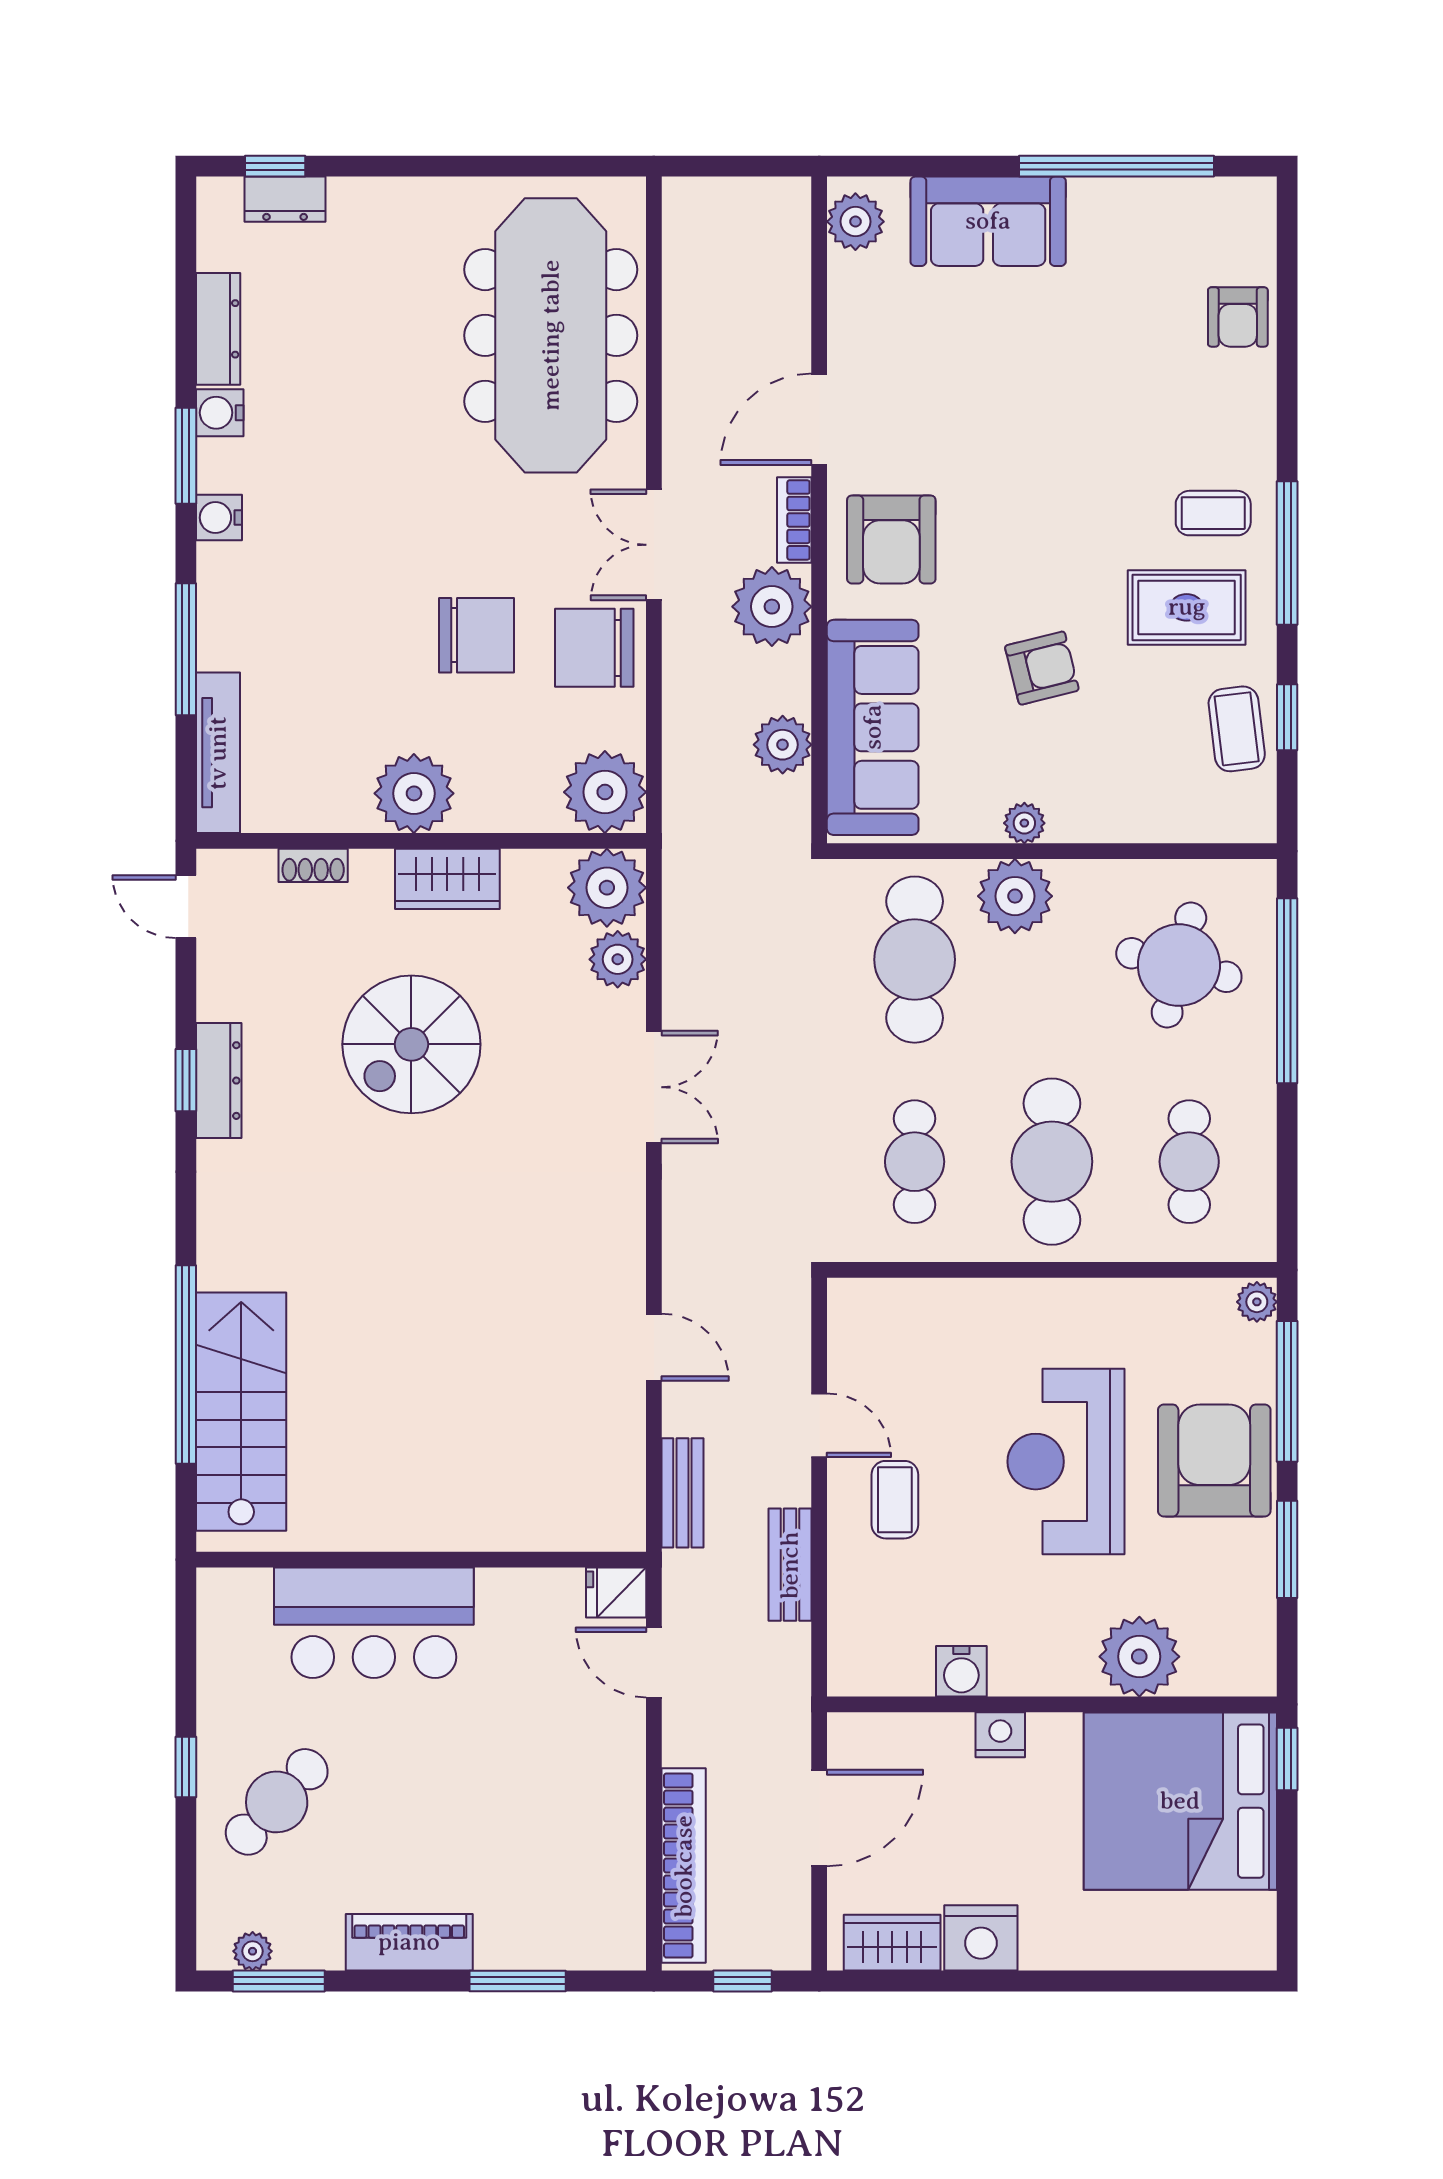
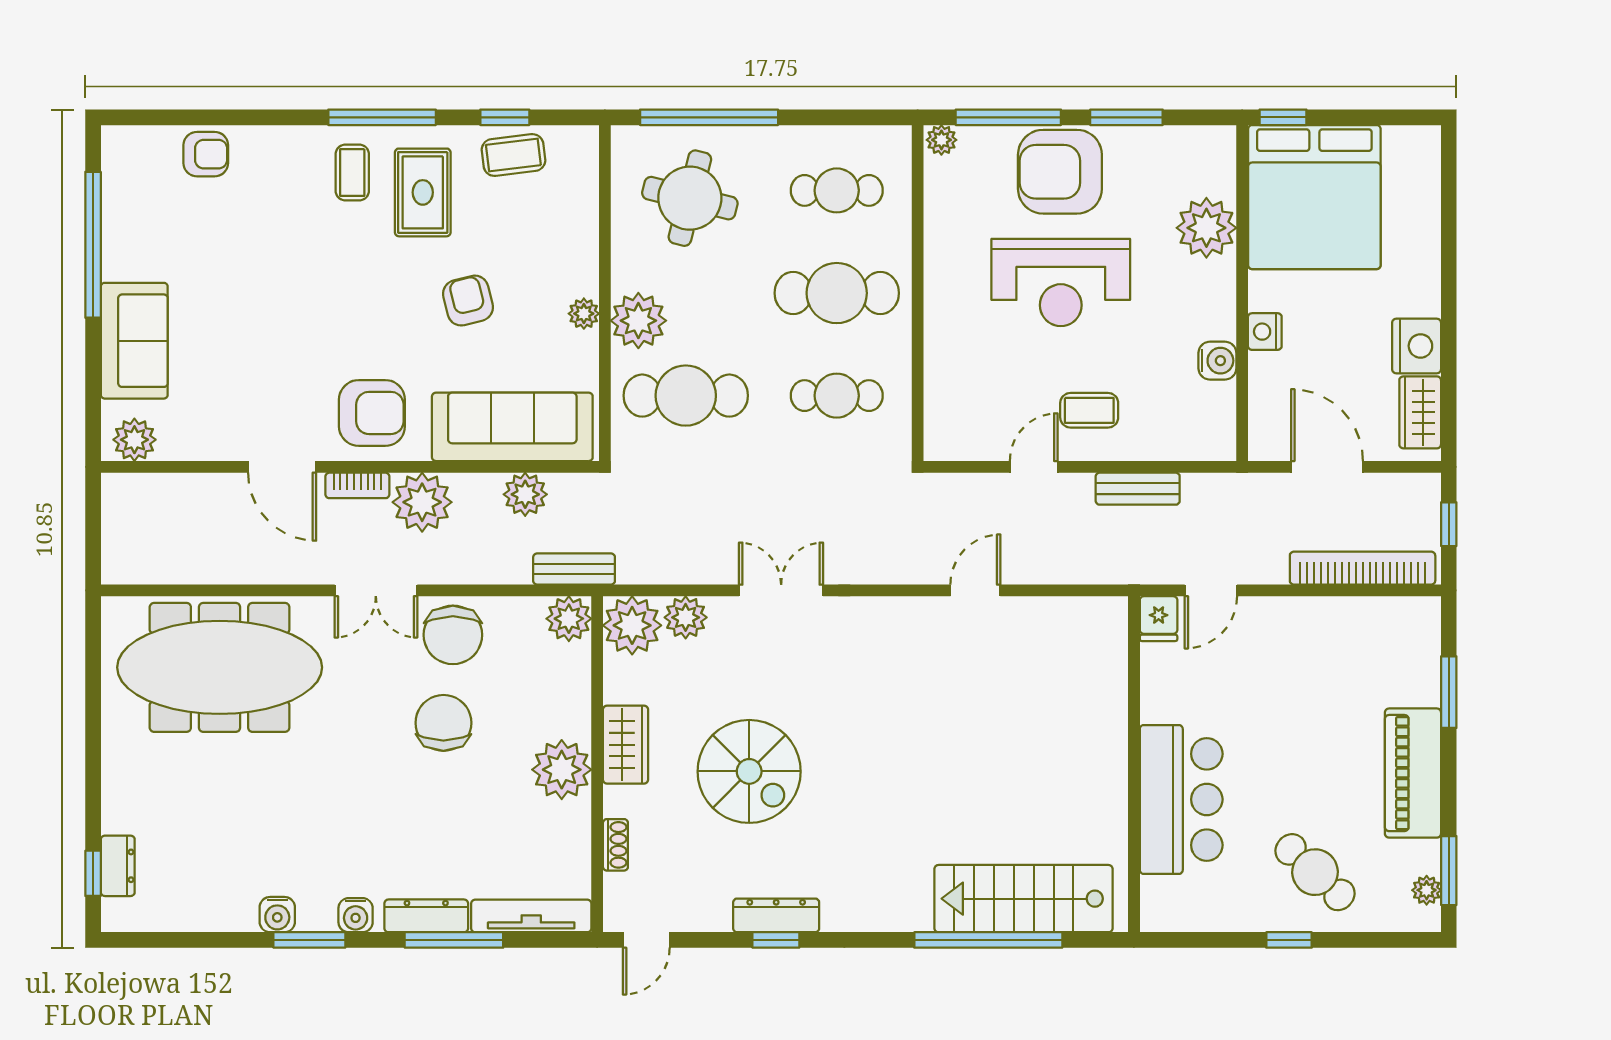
dresser: (218, 329) -> (426, 916), moved
plant: (605, 792) -> (569, 619), width x0.73, depth x0.73
bench: (682, 1493) -> (574, 569), moved
piano: (409, 1942) -> (1413, 773), width x1.37, depth x1.33

